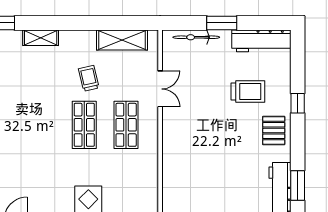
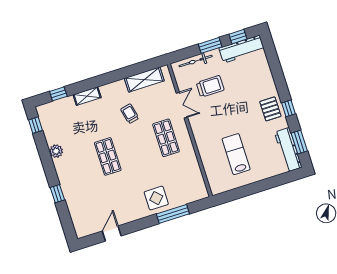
window: (262, 23) -> (238, 37), added
trolley: (248, 92) -> (210, 86), moved
window: (298, 103) -> (289, 108), moved
shop shelf: (84, 125) -> (108, 156), moved
lab bench: (210, 175) -> (236, 154), added

